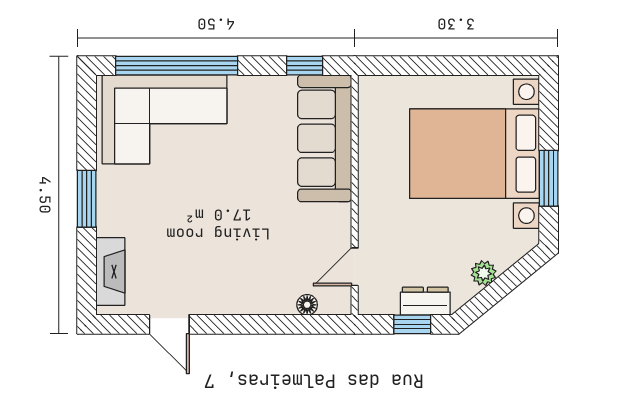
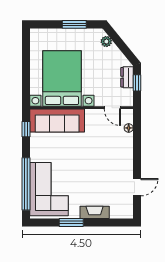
bed with nightstands: (475, 154) -> (62, 78), moved, turned 180
window: (87, 199) -> (71, 222), moved
fireplace: (110, 272) -> (95, 212), moved
plant: (484, 273) -> (106, 42), moved

